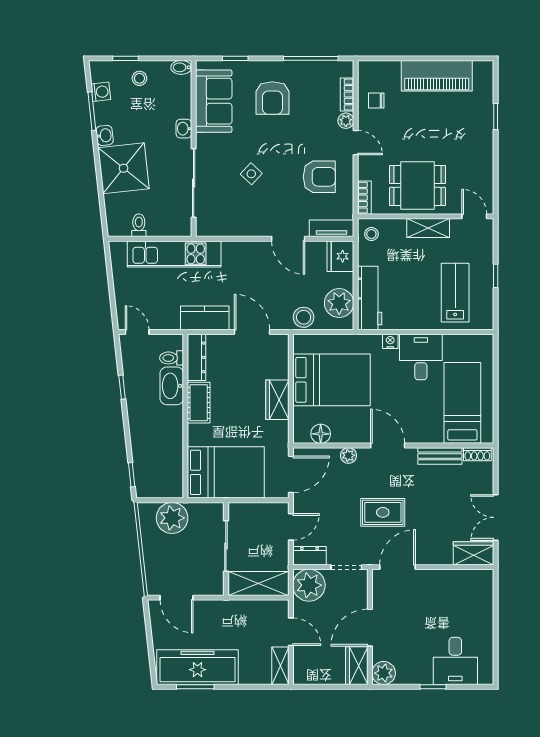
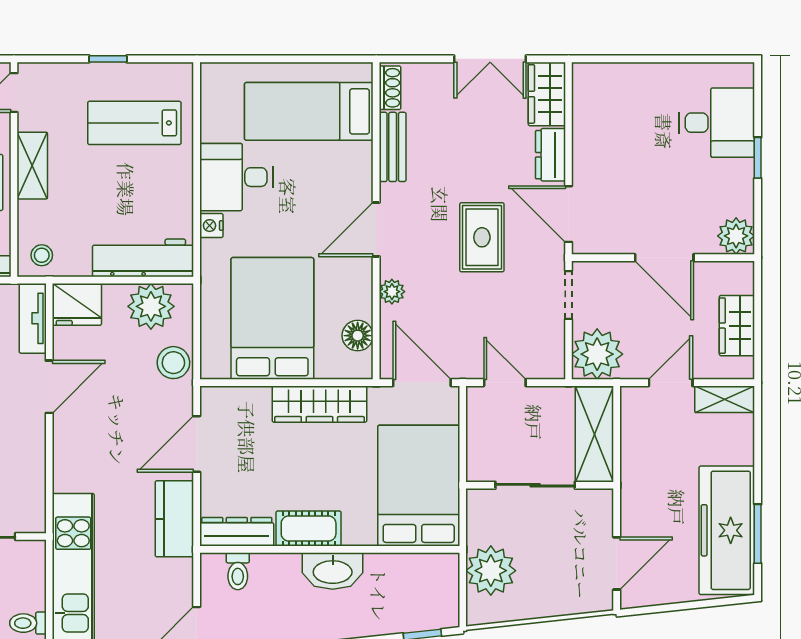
washbasin: (172, 386) -> (333, 571), moved
wardrobe: (277, 400) -> (319, 404), width x1.50
dresser: (310, 556) -> (551, 155), moved
wardrobe: (357, 666) -> (737, 326), moved, turned 90

